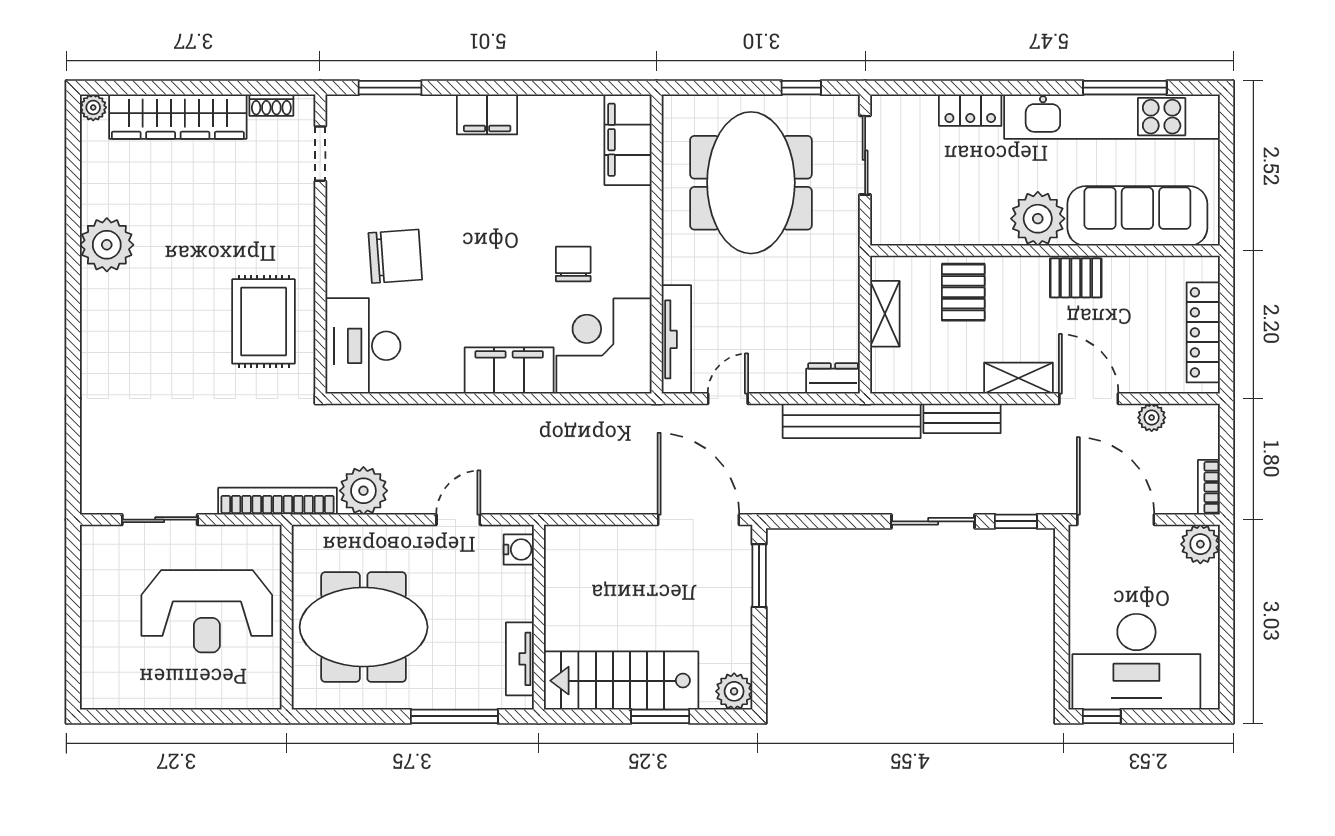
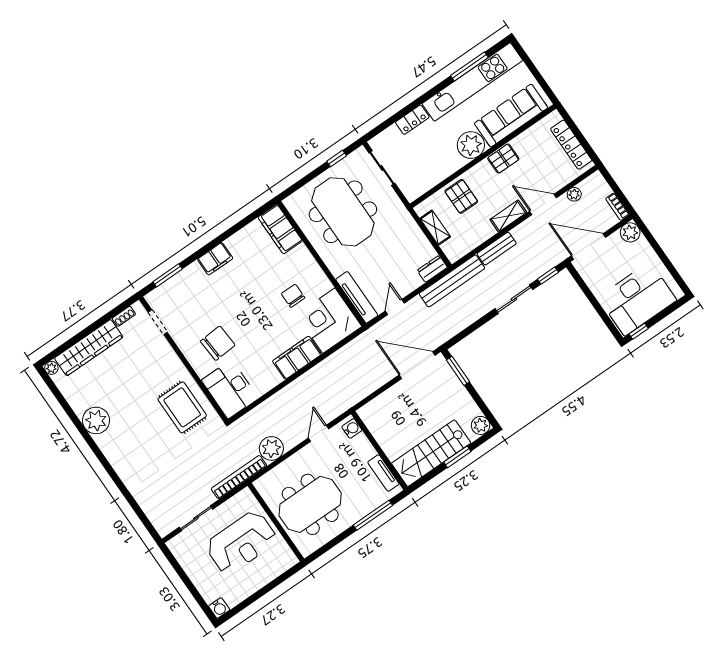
water cooler: (96, 694) -> (219, 608), added

